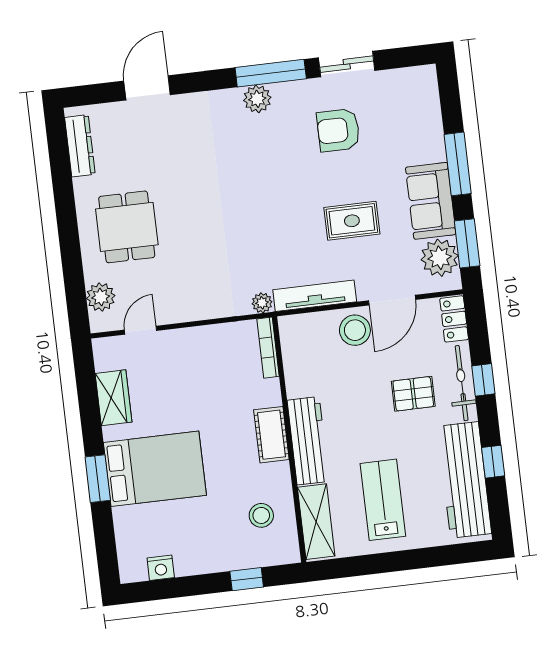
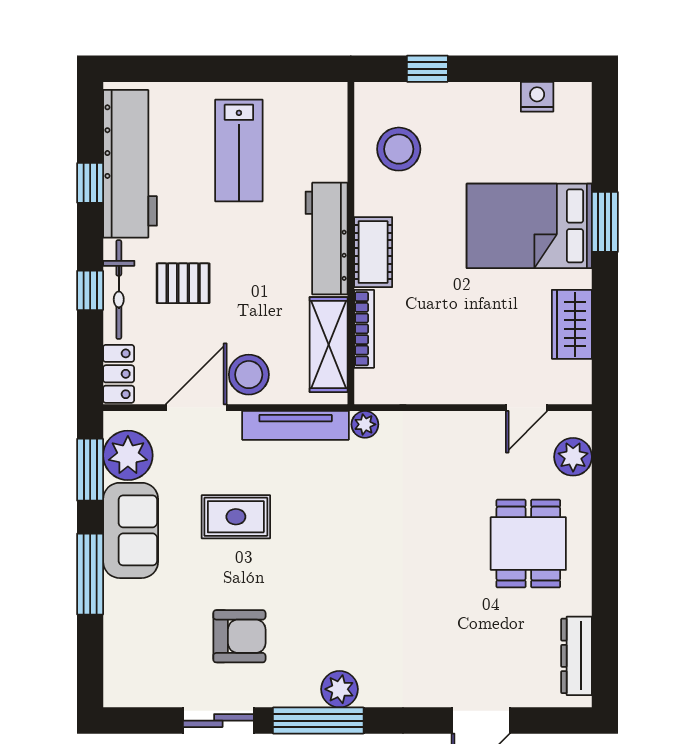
bookcase: (268, 348) -> (364, 329), moved
stool: (261, 515) -> (399, 149), width x1.38, depth x1.38
shelving: (316, 522) -> (329, 345), moved

